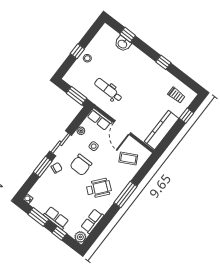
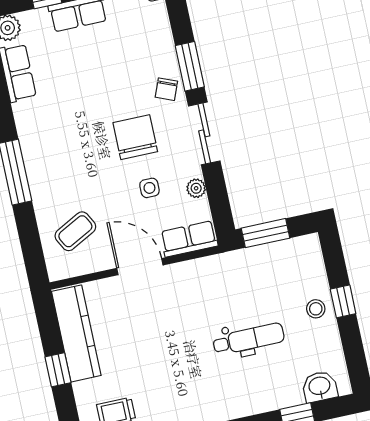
washbasin: (123, 44) -> (320, 387), moved
dental chair: (108, 90) -> (249, 339), moved
window: (187, 116) -> (58, 370), moved
wheelchair: (99, 188) -> (67, 134), removed

